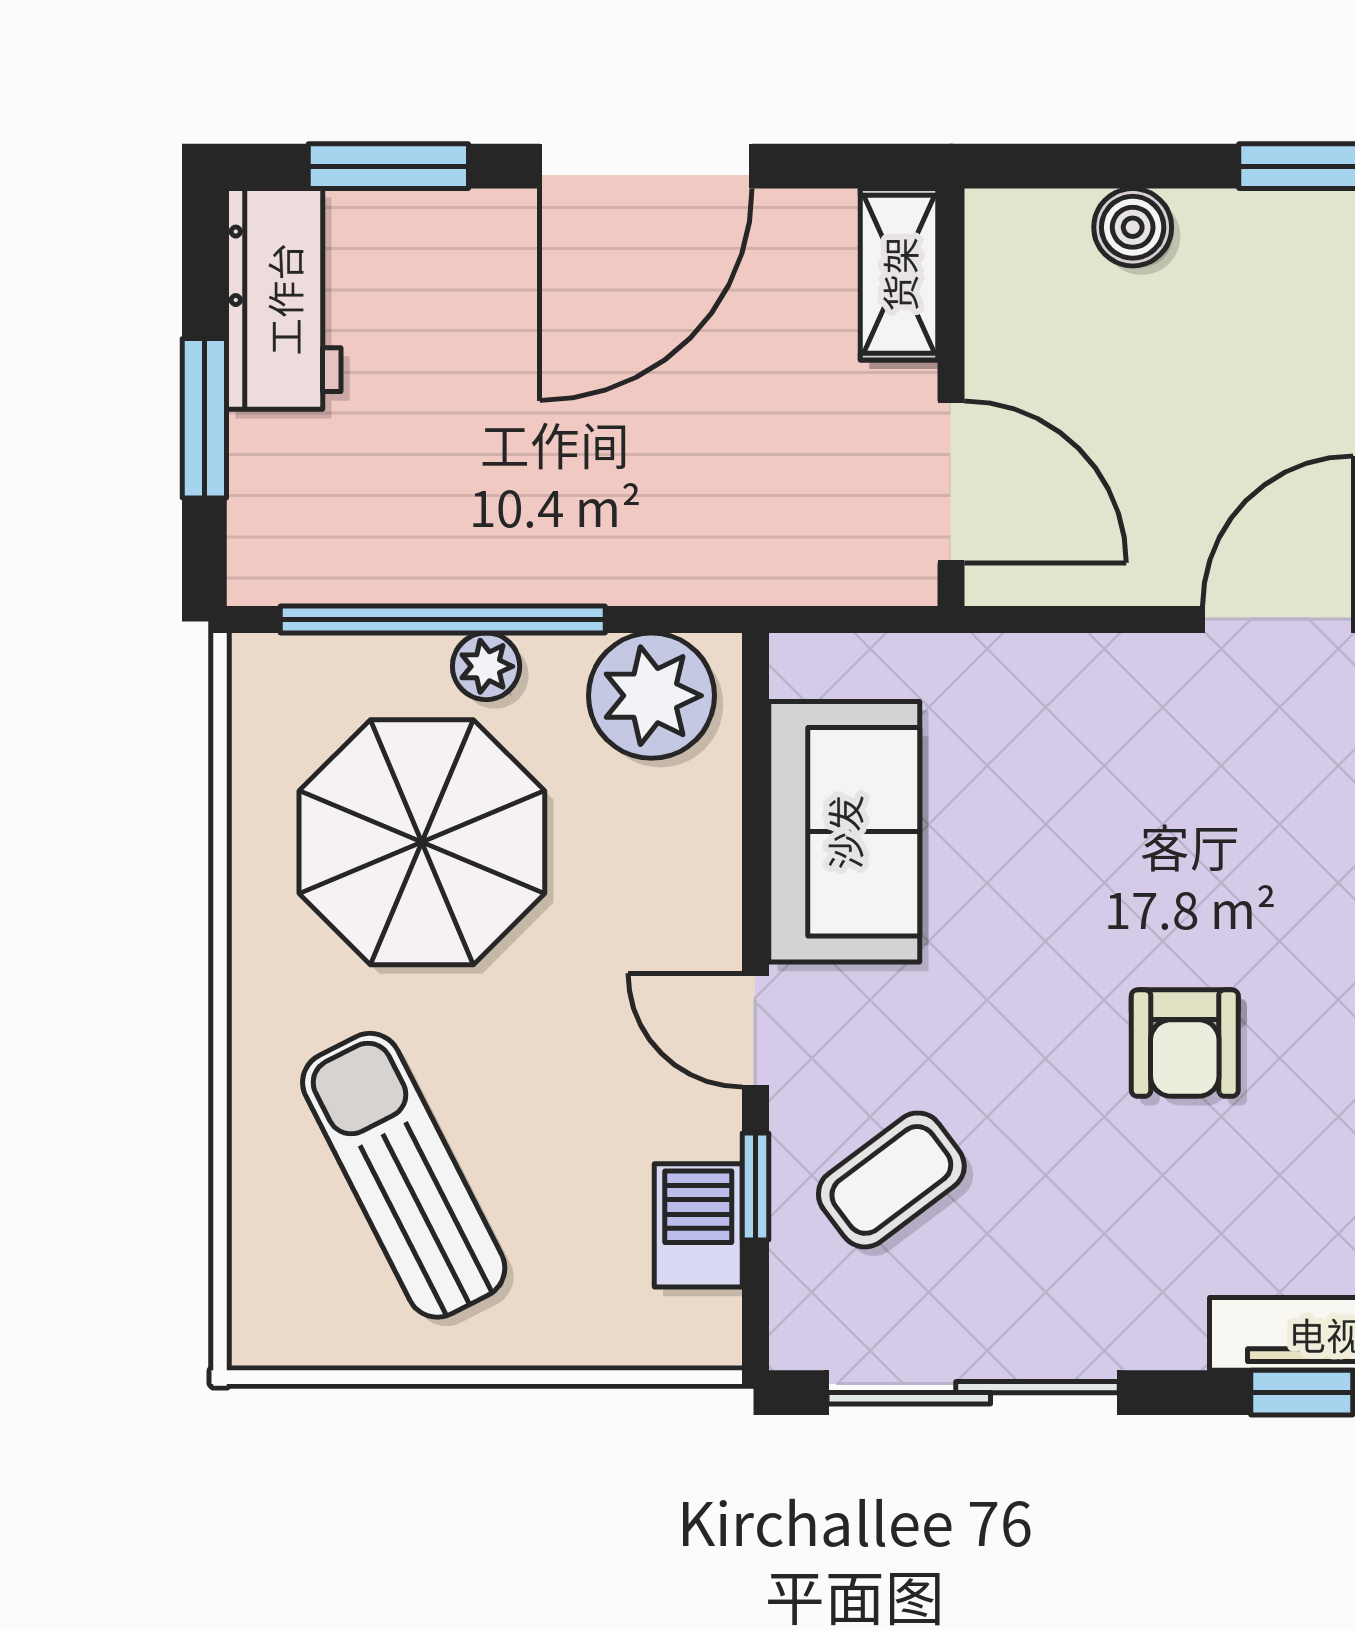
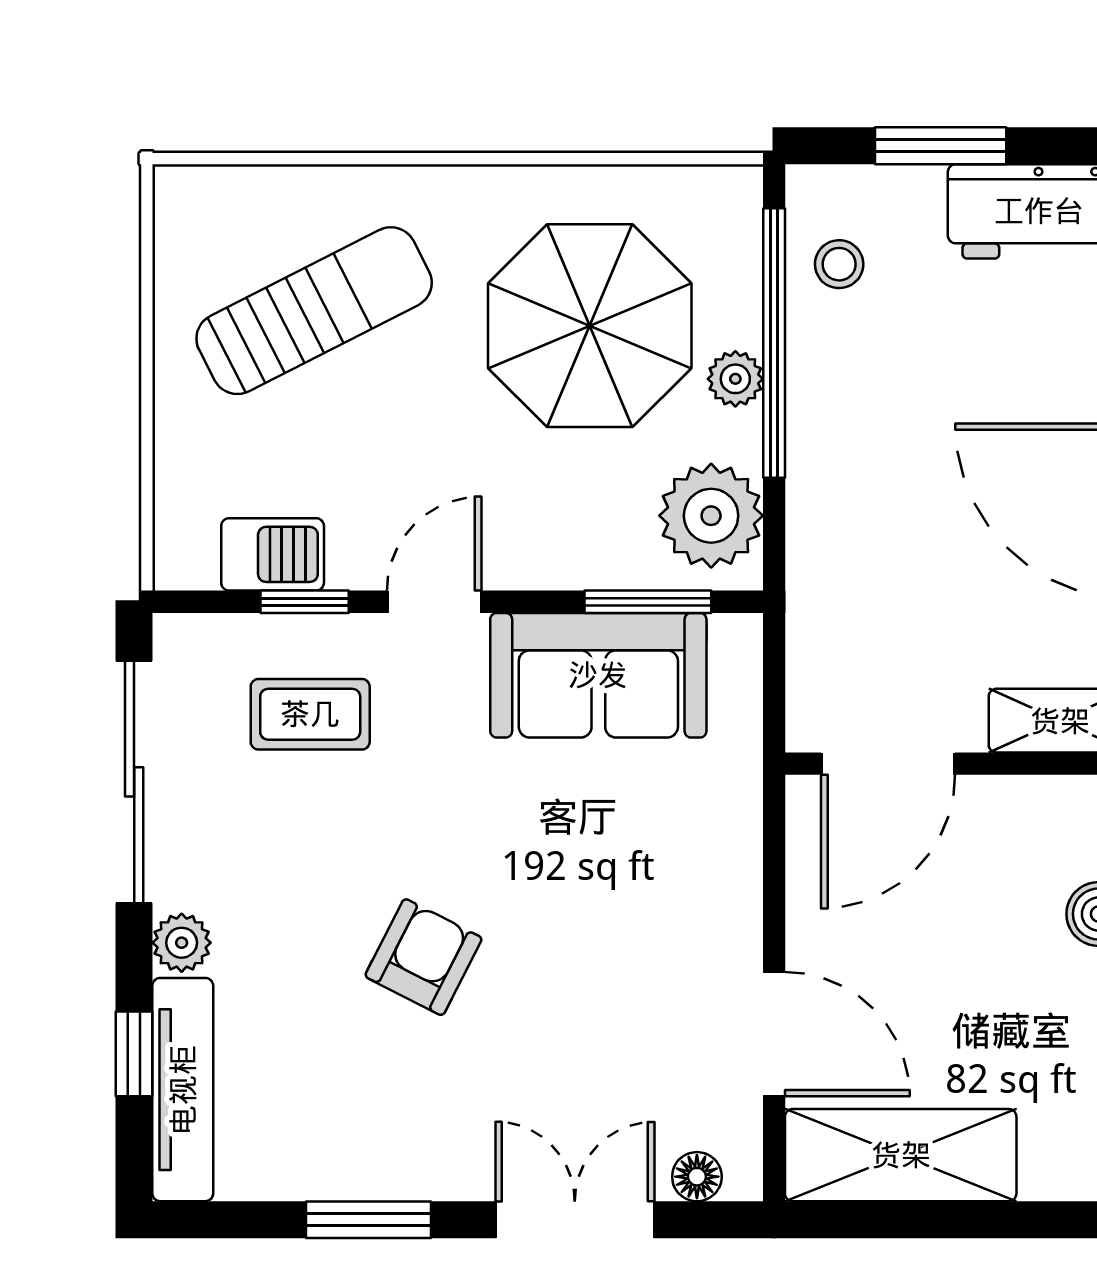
stool: (348, 541) -> (839, 264), added
window: (755, 772) -> (648, 602), added
armchair: (1185, 1043) -> (423, 957), turned 117
coffee table: (891, 1180) -> (310, 714), turned -53
plant: (1167, 1335) -> (182, 943), added

